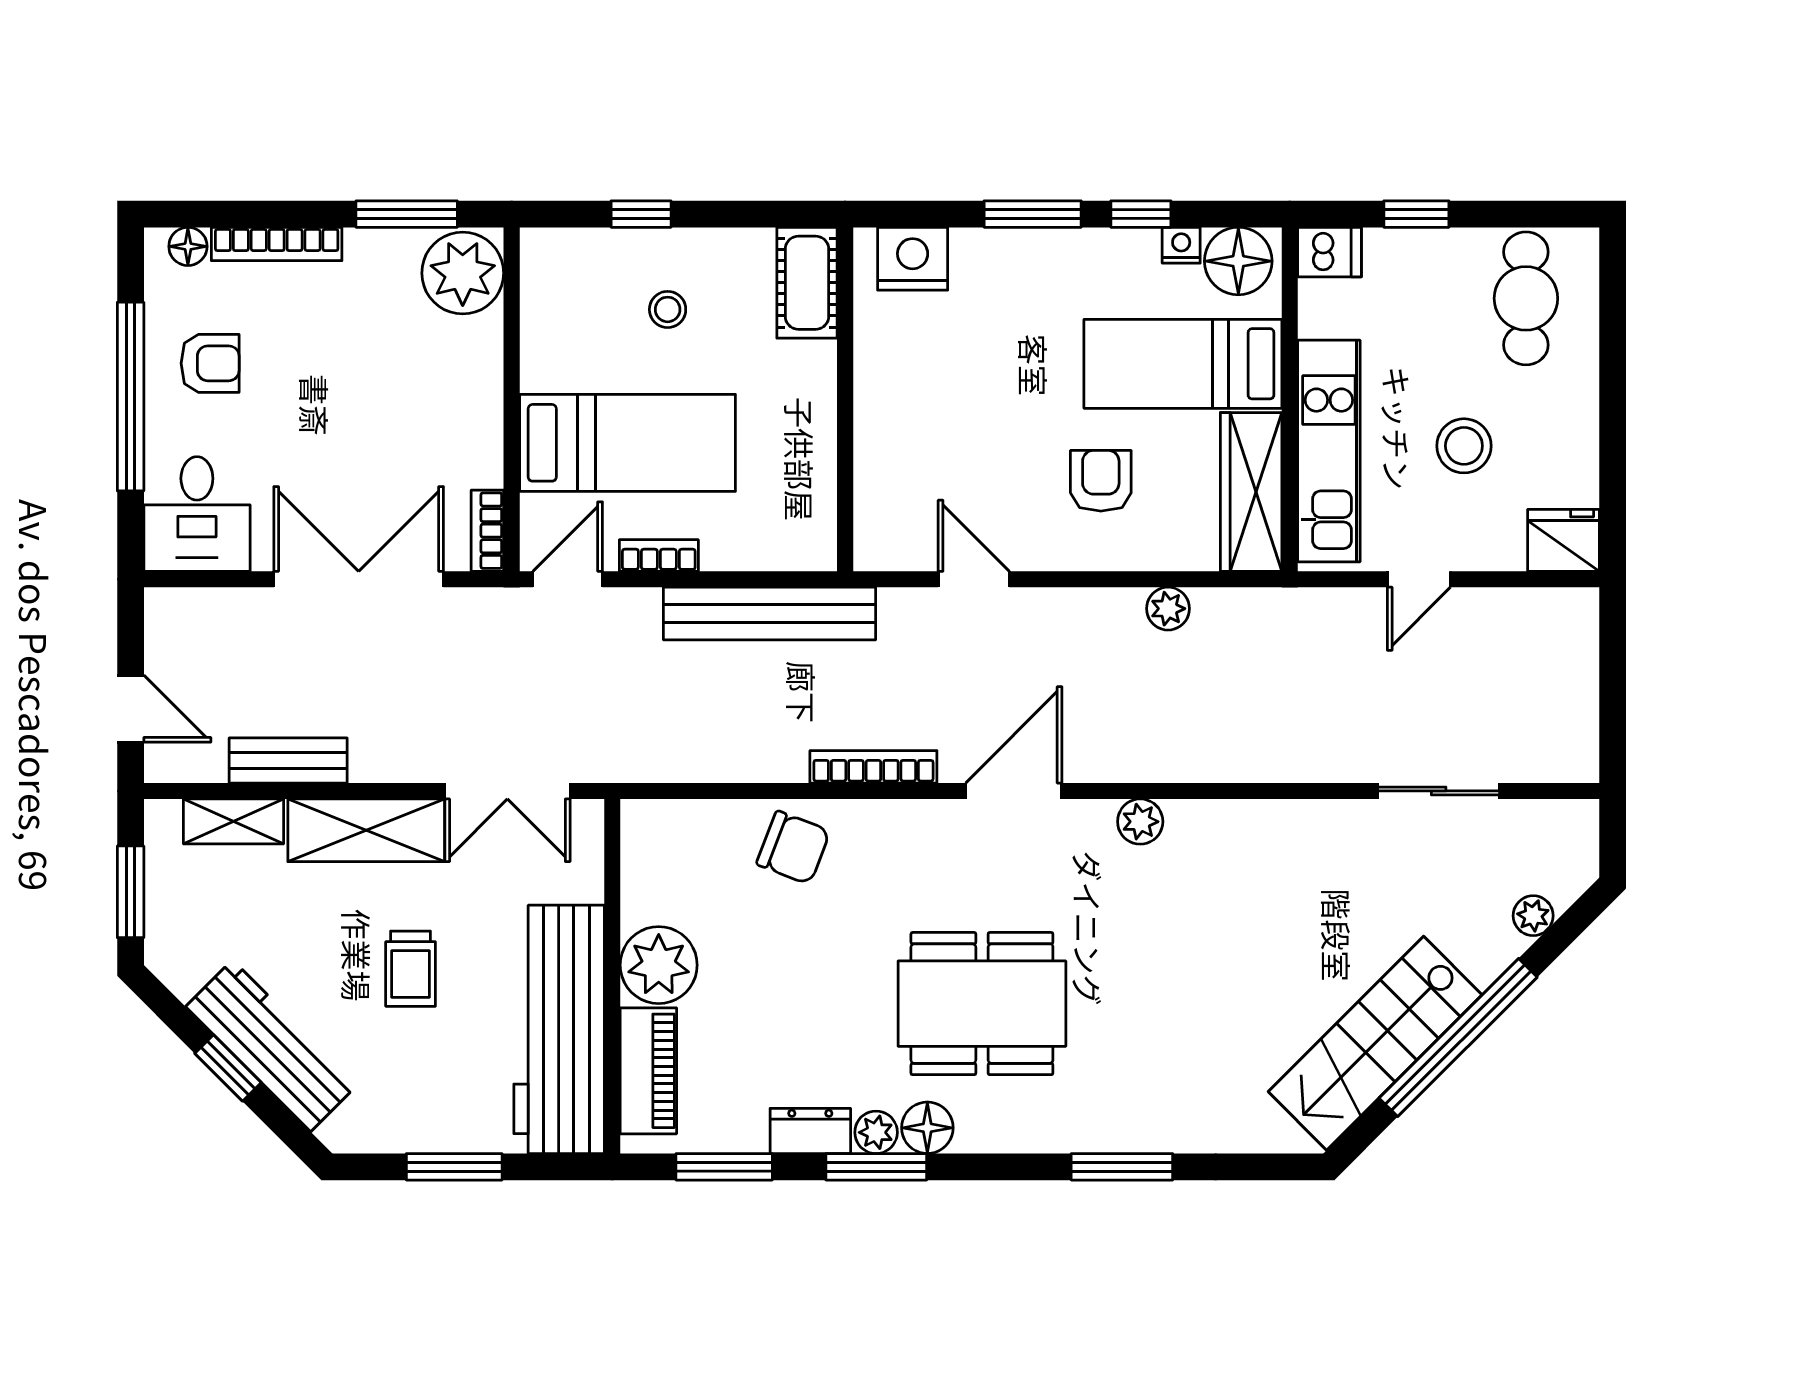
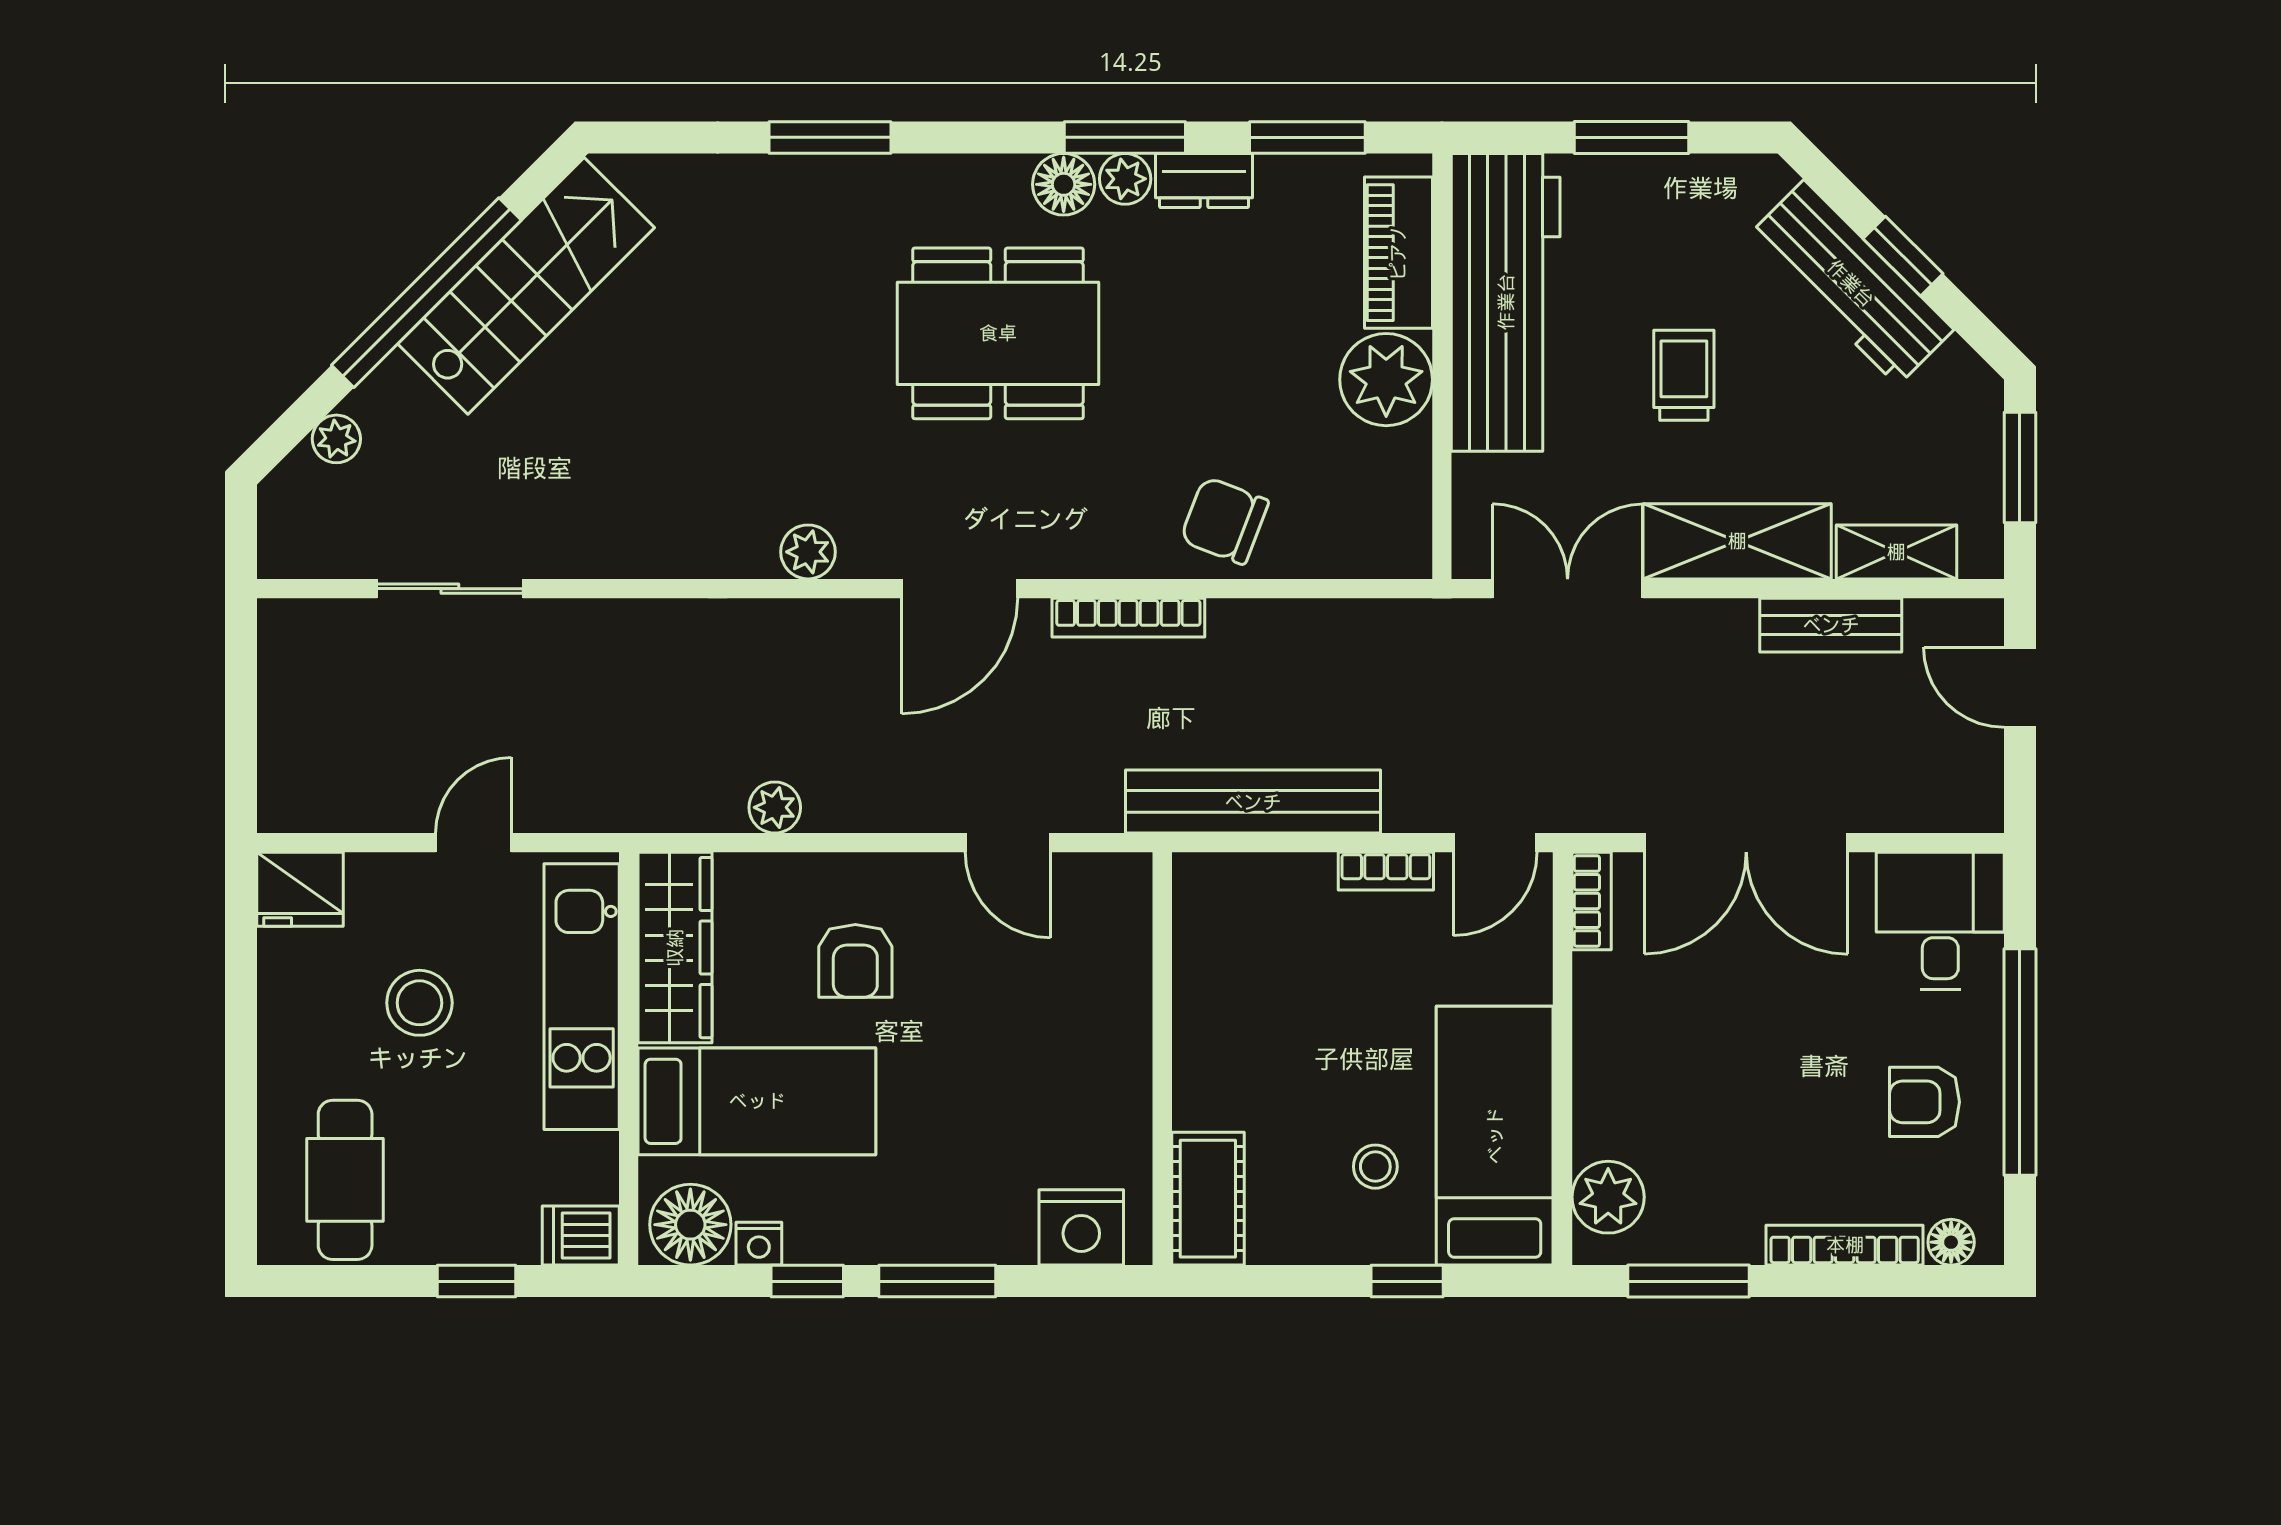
plant: (463, 273) -> (1608, 1197), width x0.73, depth x0.73
bed: (627, 443) -> (1495, 1136), moved, turned 90

